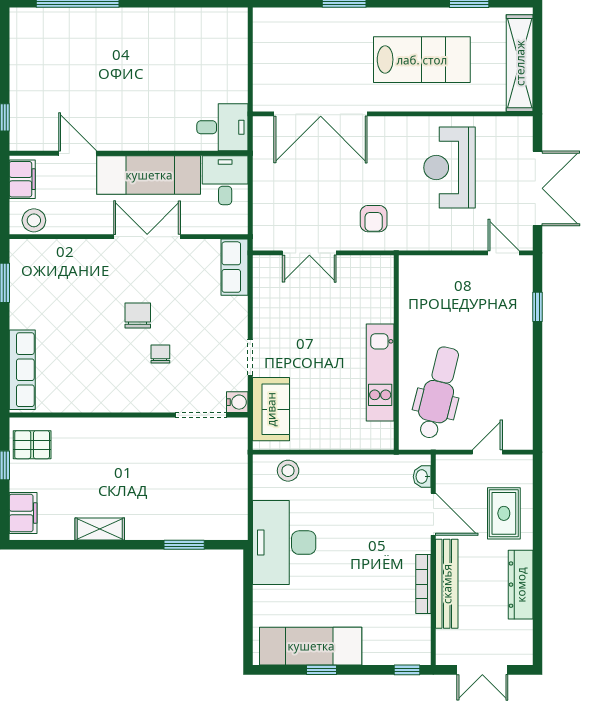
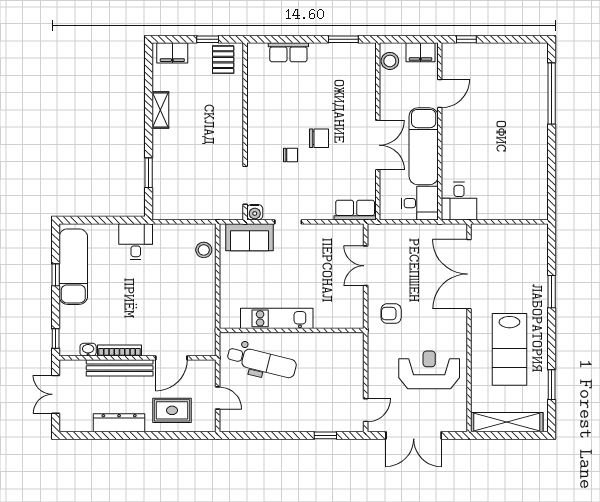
row of seats: (22, 370) -> (288, 52), width x0.68
washbasin: (422, 477) -> (88, 350), moved
desk: (284, 543) -> (136, 242), width x0.53, depth x0.77

